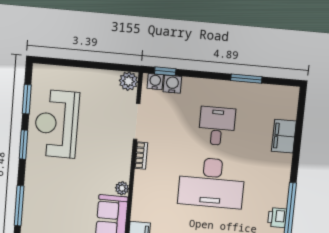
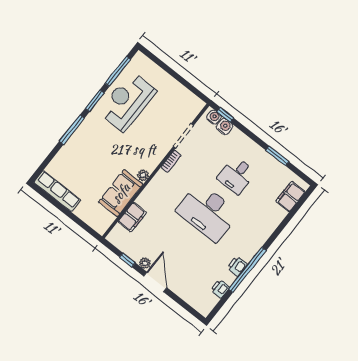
plant: (129, 81) -> (196, 105), removed
window: (27, 99) -> (118, 71), width x1.44
desk: (217, 126) -> (236, 175), turned 180
filing cabinet: (284, 136) -> (290, 197), moved
window: (19, 206) -> (72, 130), moved

